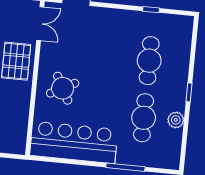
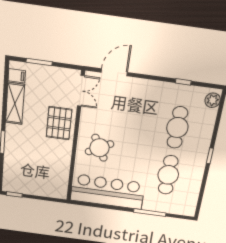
plant: (176, 120) -> (213, 100), moved

